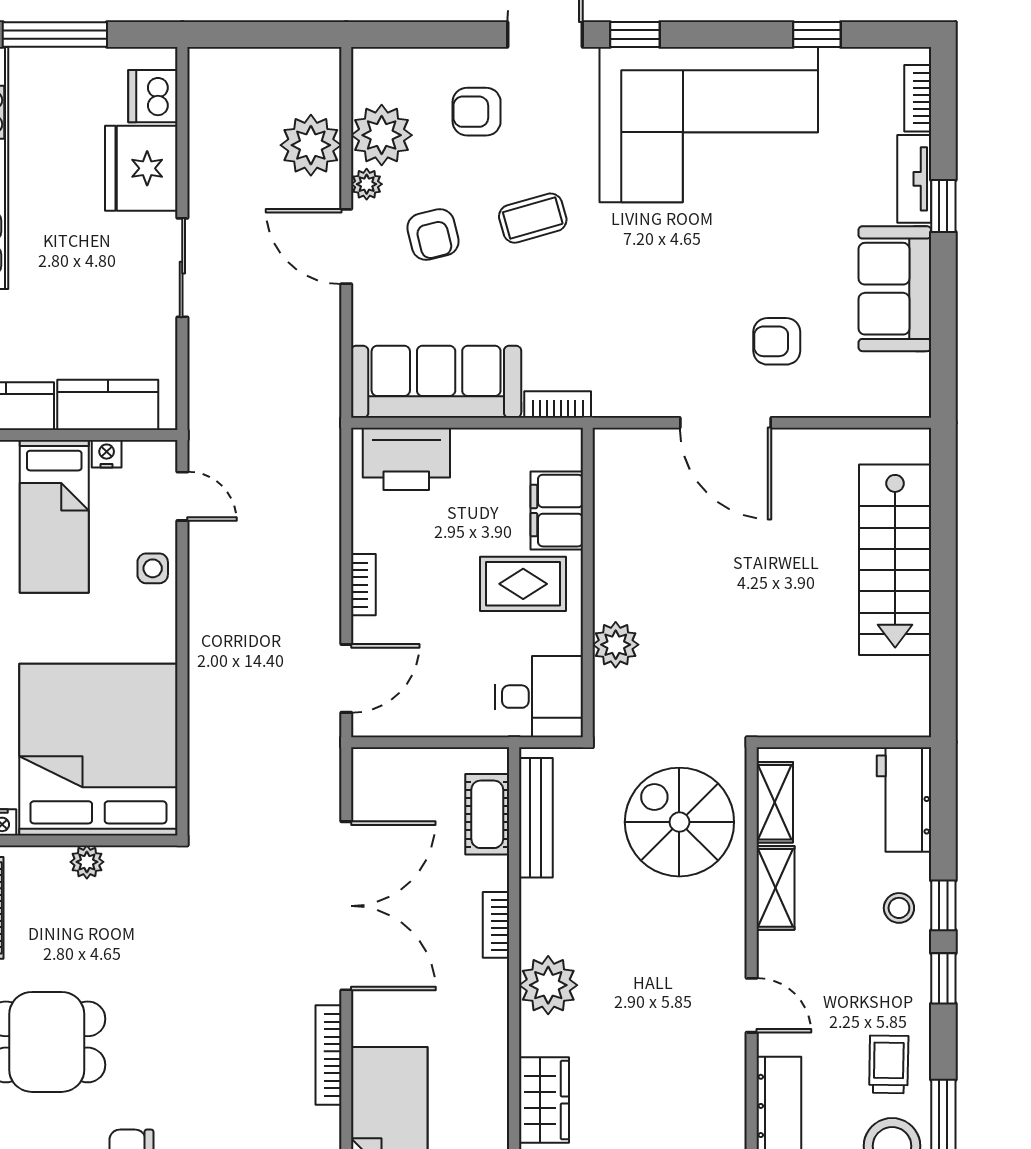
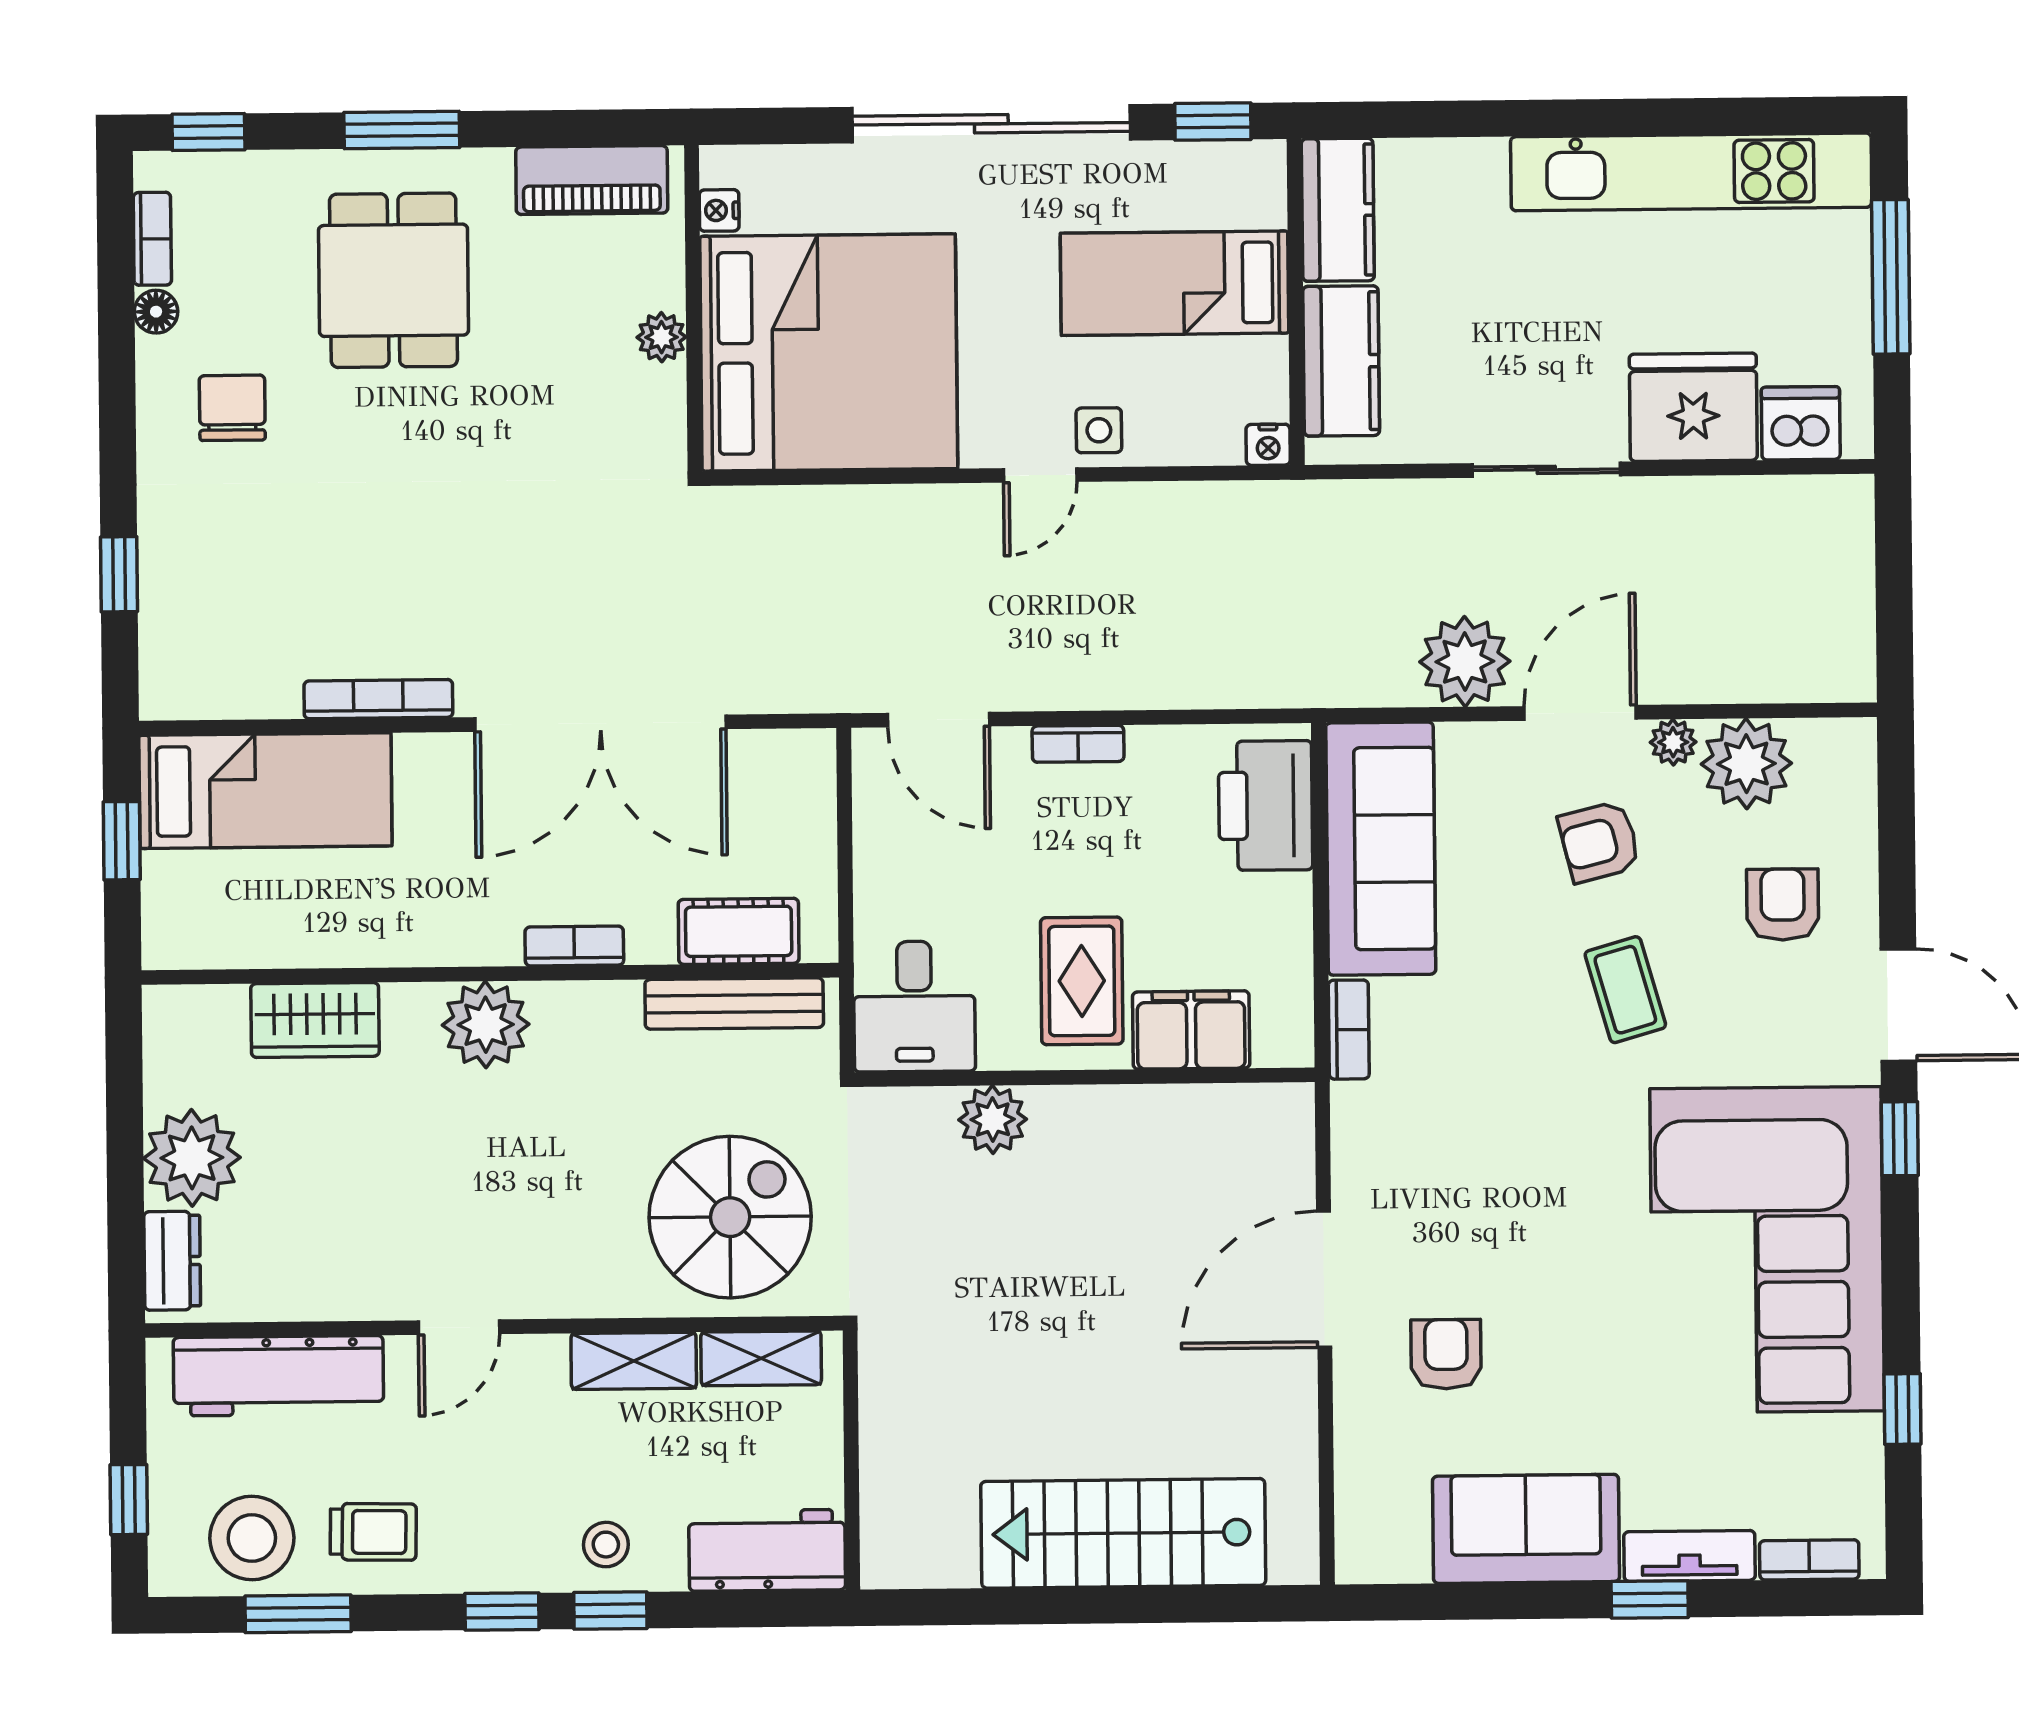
plant: (311, 145) -> (1465, 662), moved
nightstand: (107, 454) -> (1268, 445), moved, turned 90
door: (182, 496) -> (1040, 475), moved

